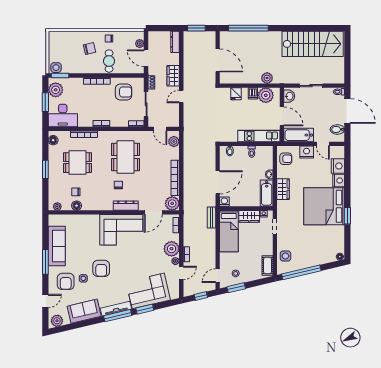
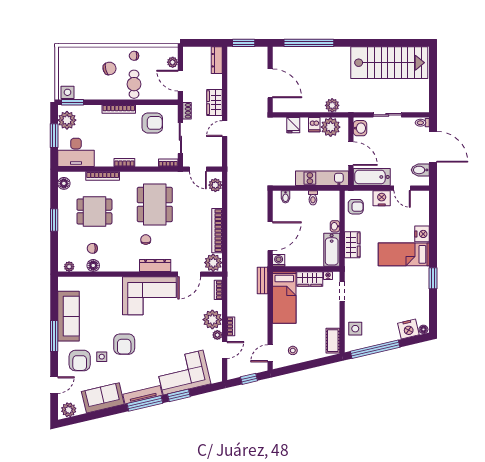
nightstand: (338, 166) -> (408, 329), moved, turned 77
bed: (324, 206) -> (404, 254), width x0.49
window: (236, 288) -> (293, 368), removed

